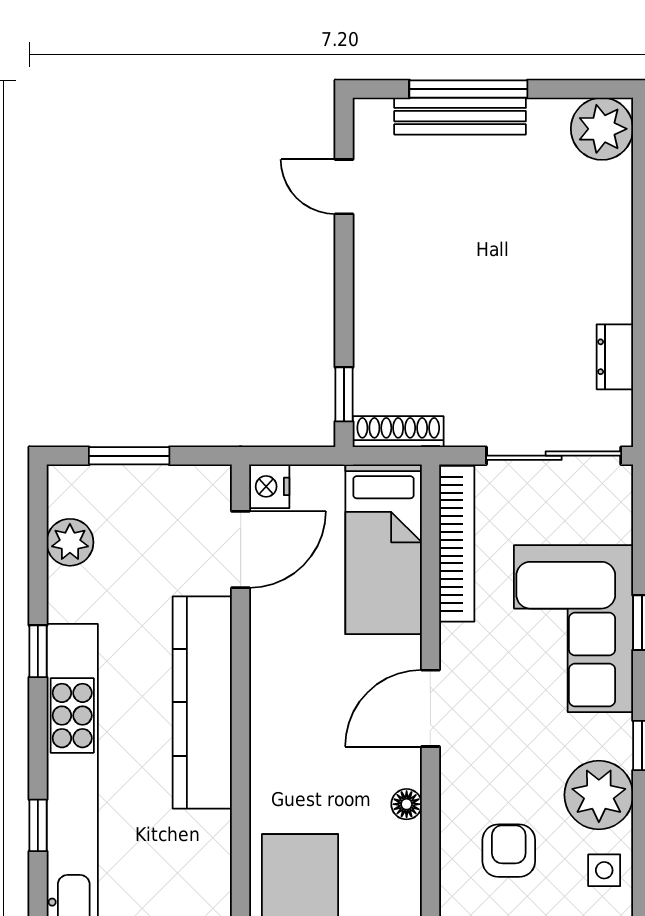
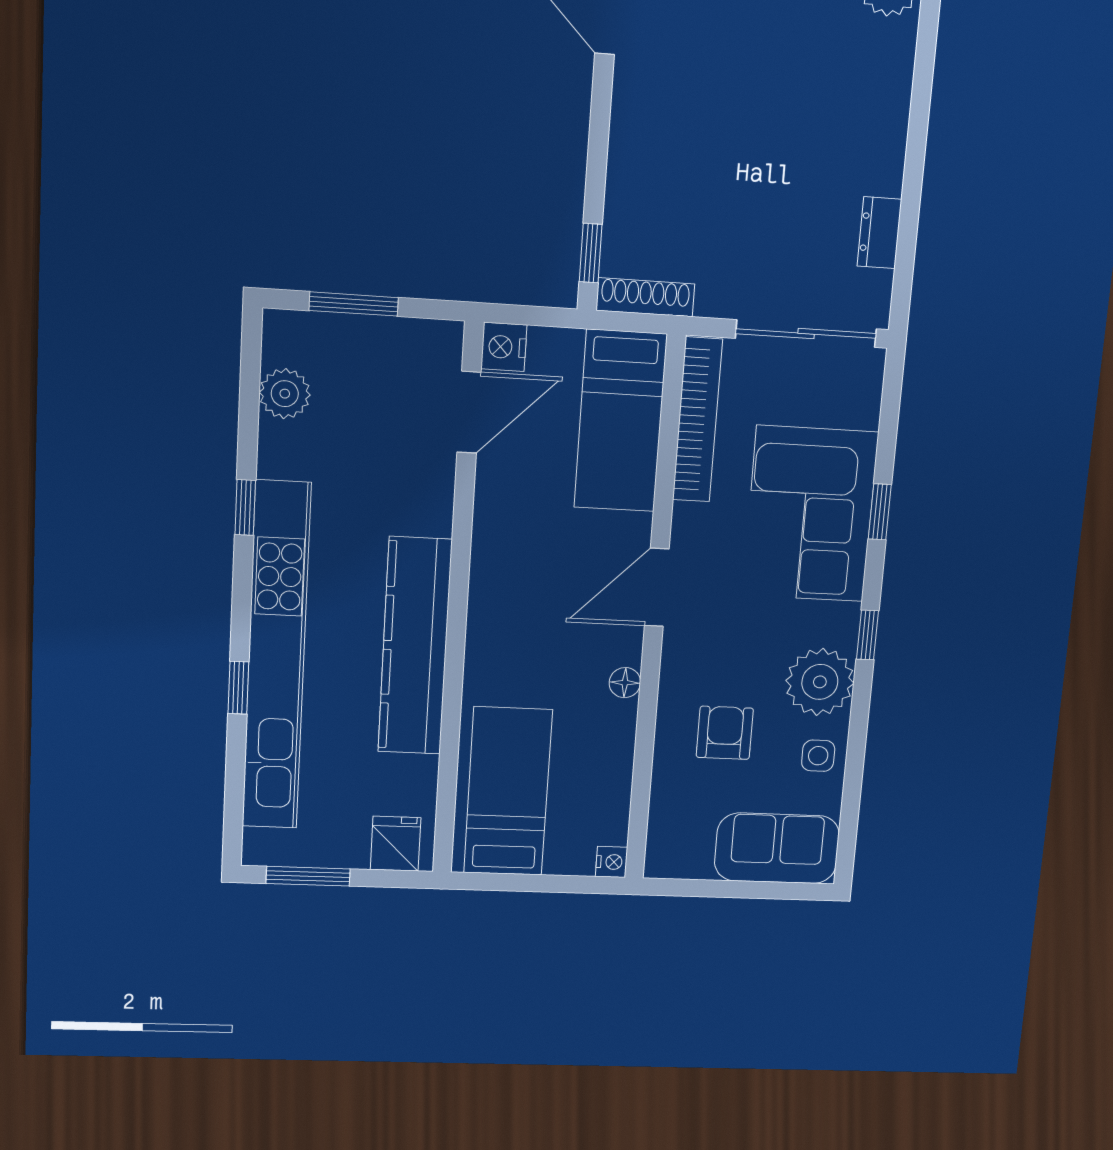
kitchen counter: (202, 702) -> (415, 646), moved

